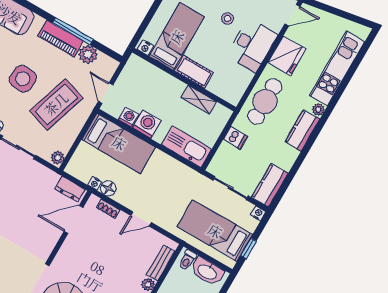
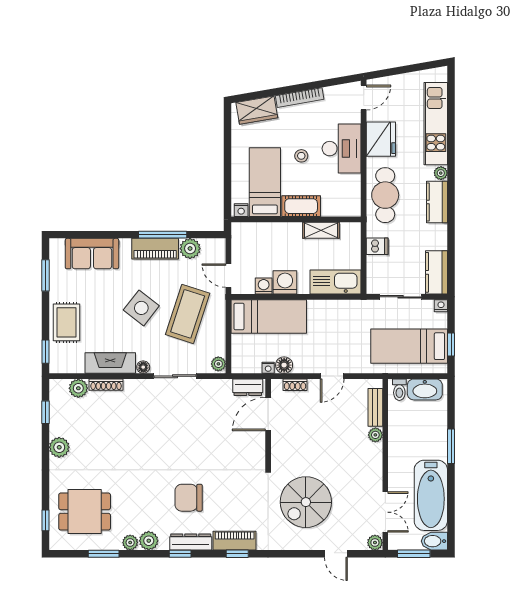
stool: (227, 18) -> (301, 156), moved
side table: (23, 79) -> (141, 308), turned 33

